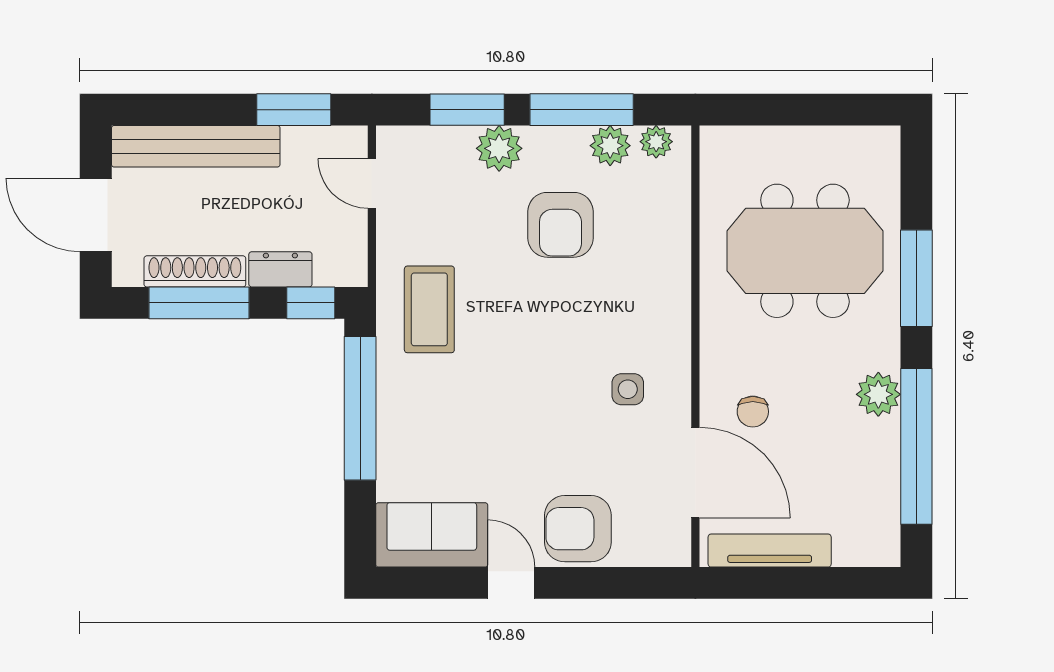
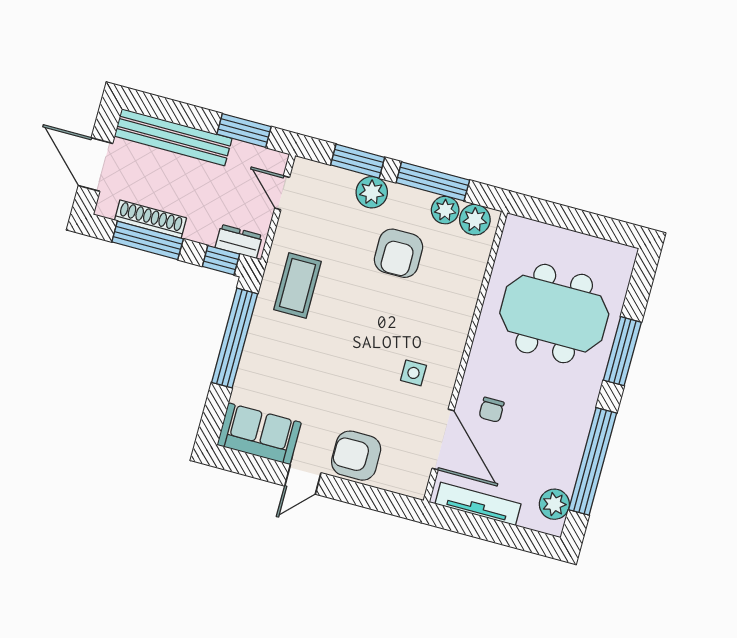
plant: (656, 142) -> (475, 220), width x1.38, depth x1.38
dresser: (280, 269) -> (239, 241), moved
plant: (878, 394) -> (554, 504), moved
door: (511, 583) -> (303, 479), swing flipped

